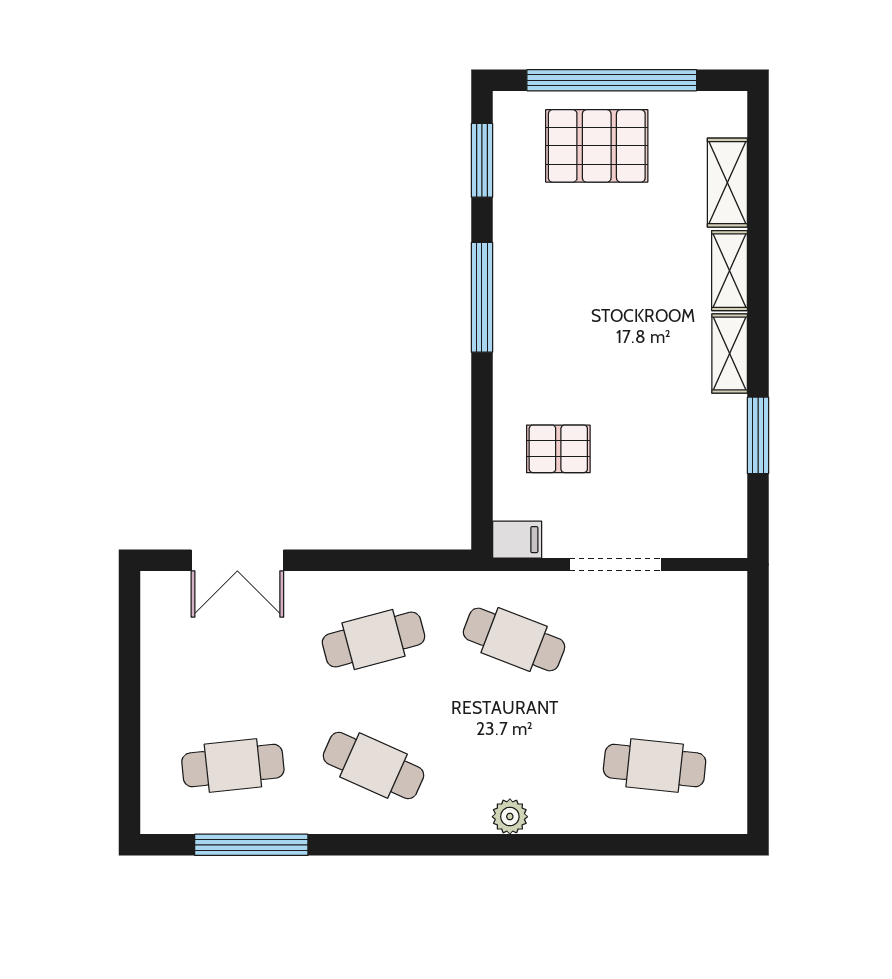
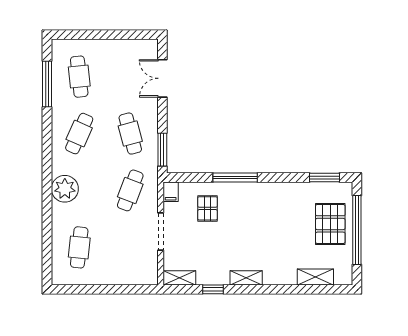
shelving: (730, 271) -> (179, 278), moved
window: (482, 297) -> (235, 177), moved
window: (758, 435) -> (213, 289), width x0.67
window: (413, 560) -> (162, 150), added
plant: (510, 817) -> (65, 189), width x1.87, depth x1.87

